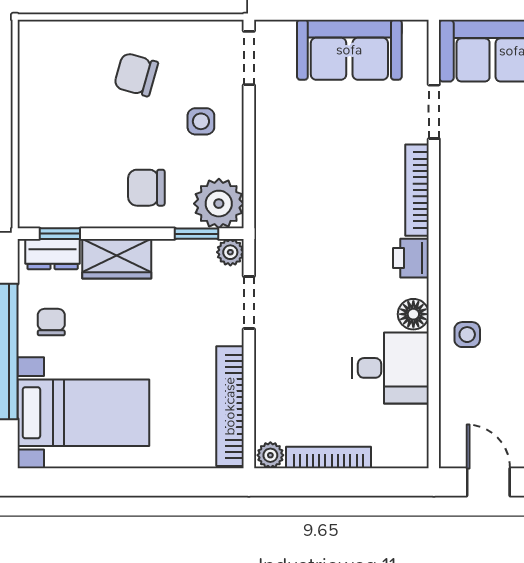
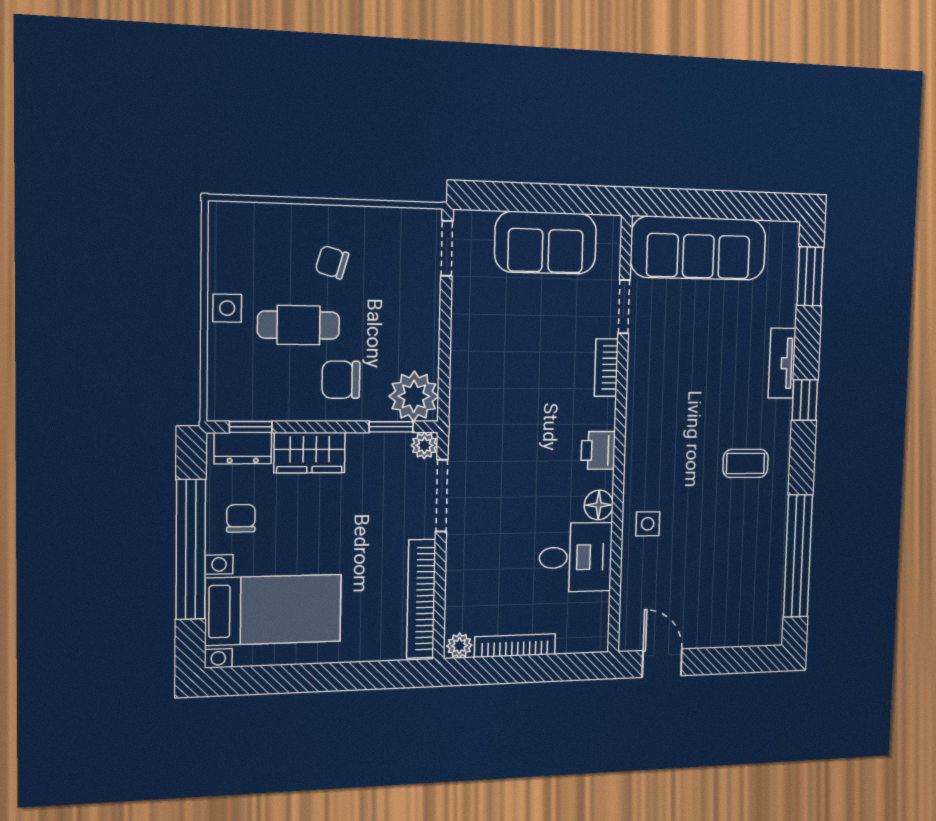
chair: (136, 75) -> (332, 262), width x0.73, depth x0.73
side table: (201, 121) -> (227, 308), moved
cafe table: (105, 135) -> (299, 325), added
bookcase: (417, 190) -> (606, 368), width x0.64
doorway: (249, 303) -> (442, 496), width x1.38

